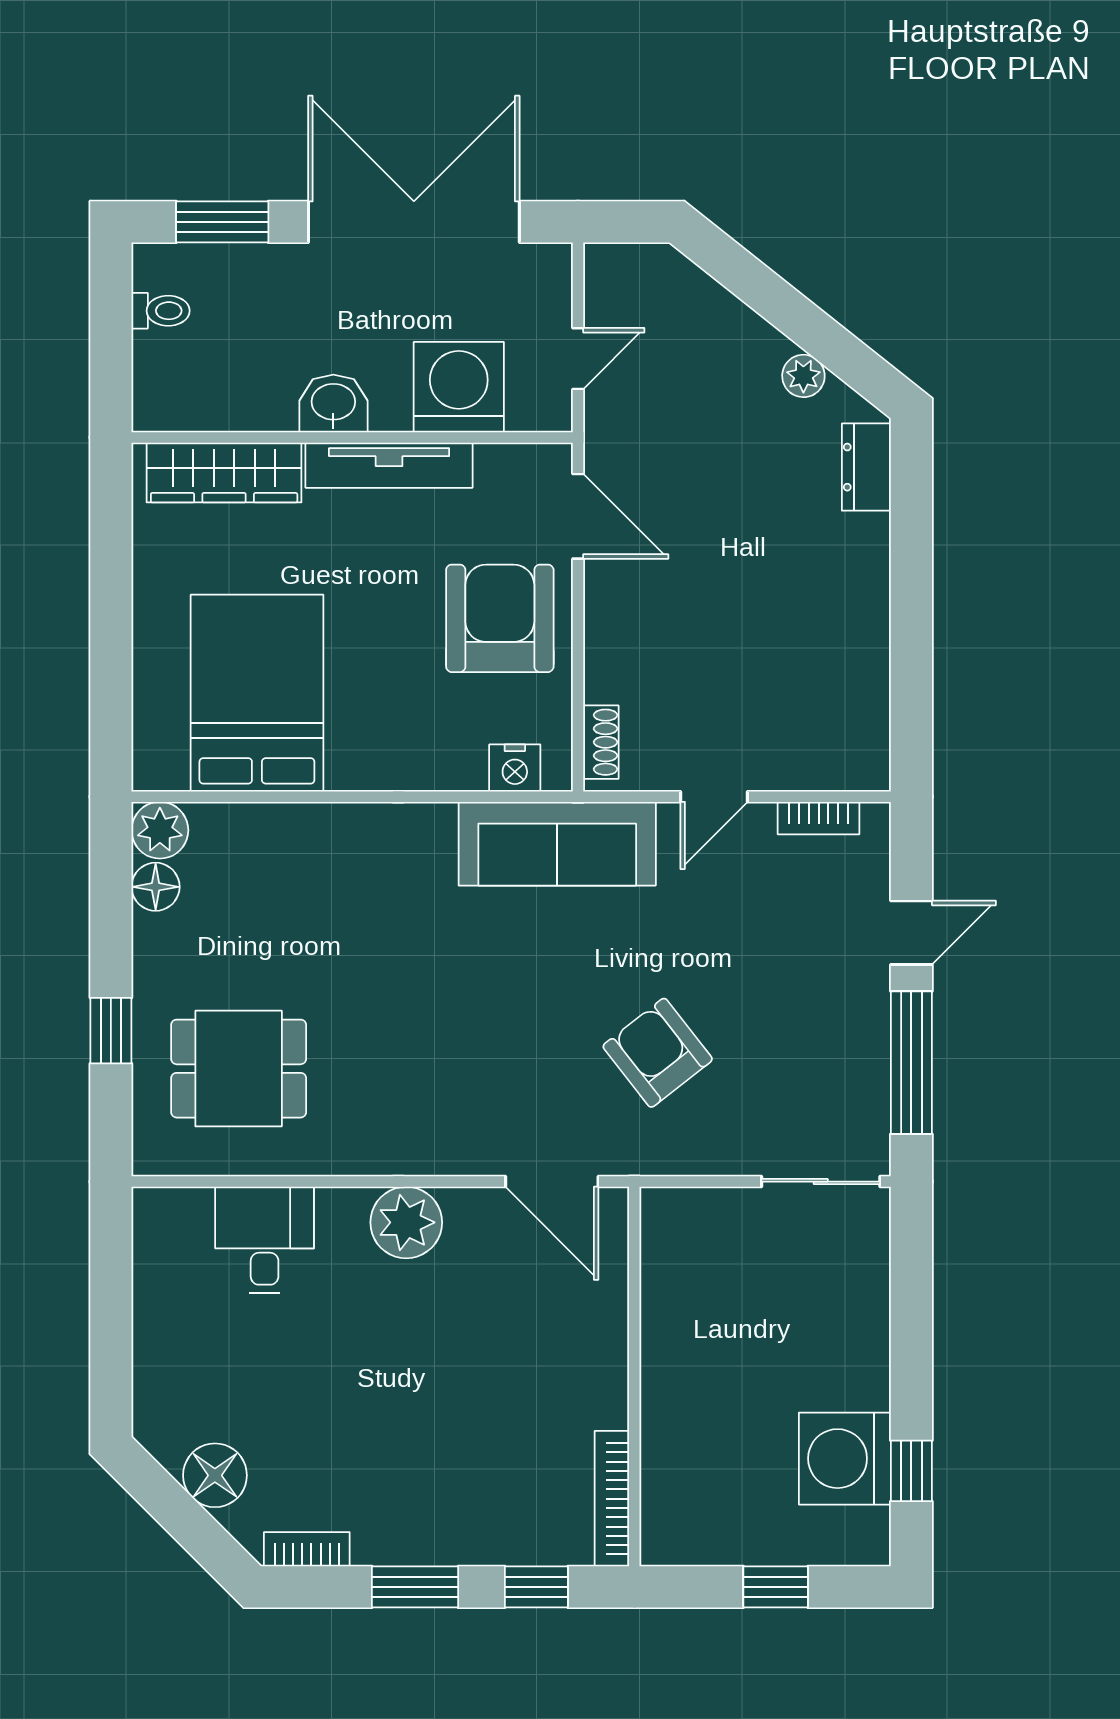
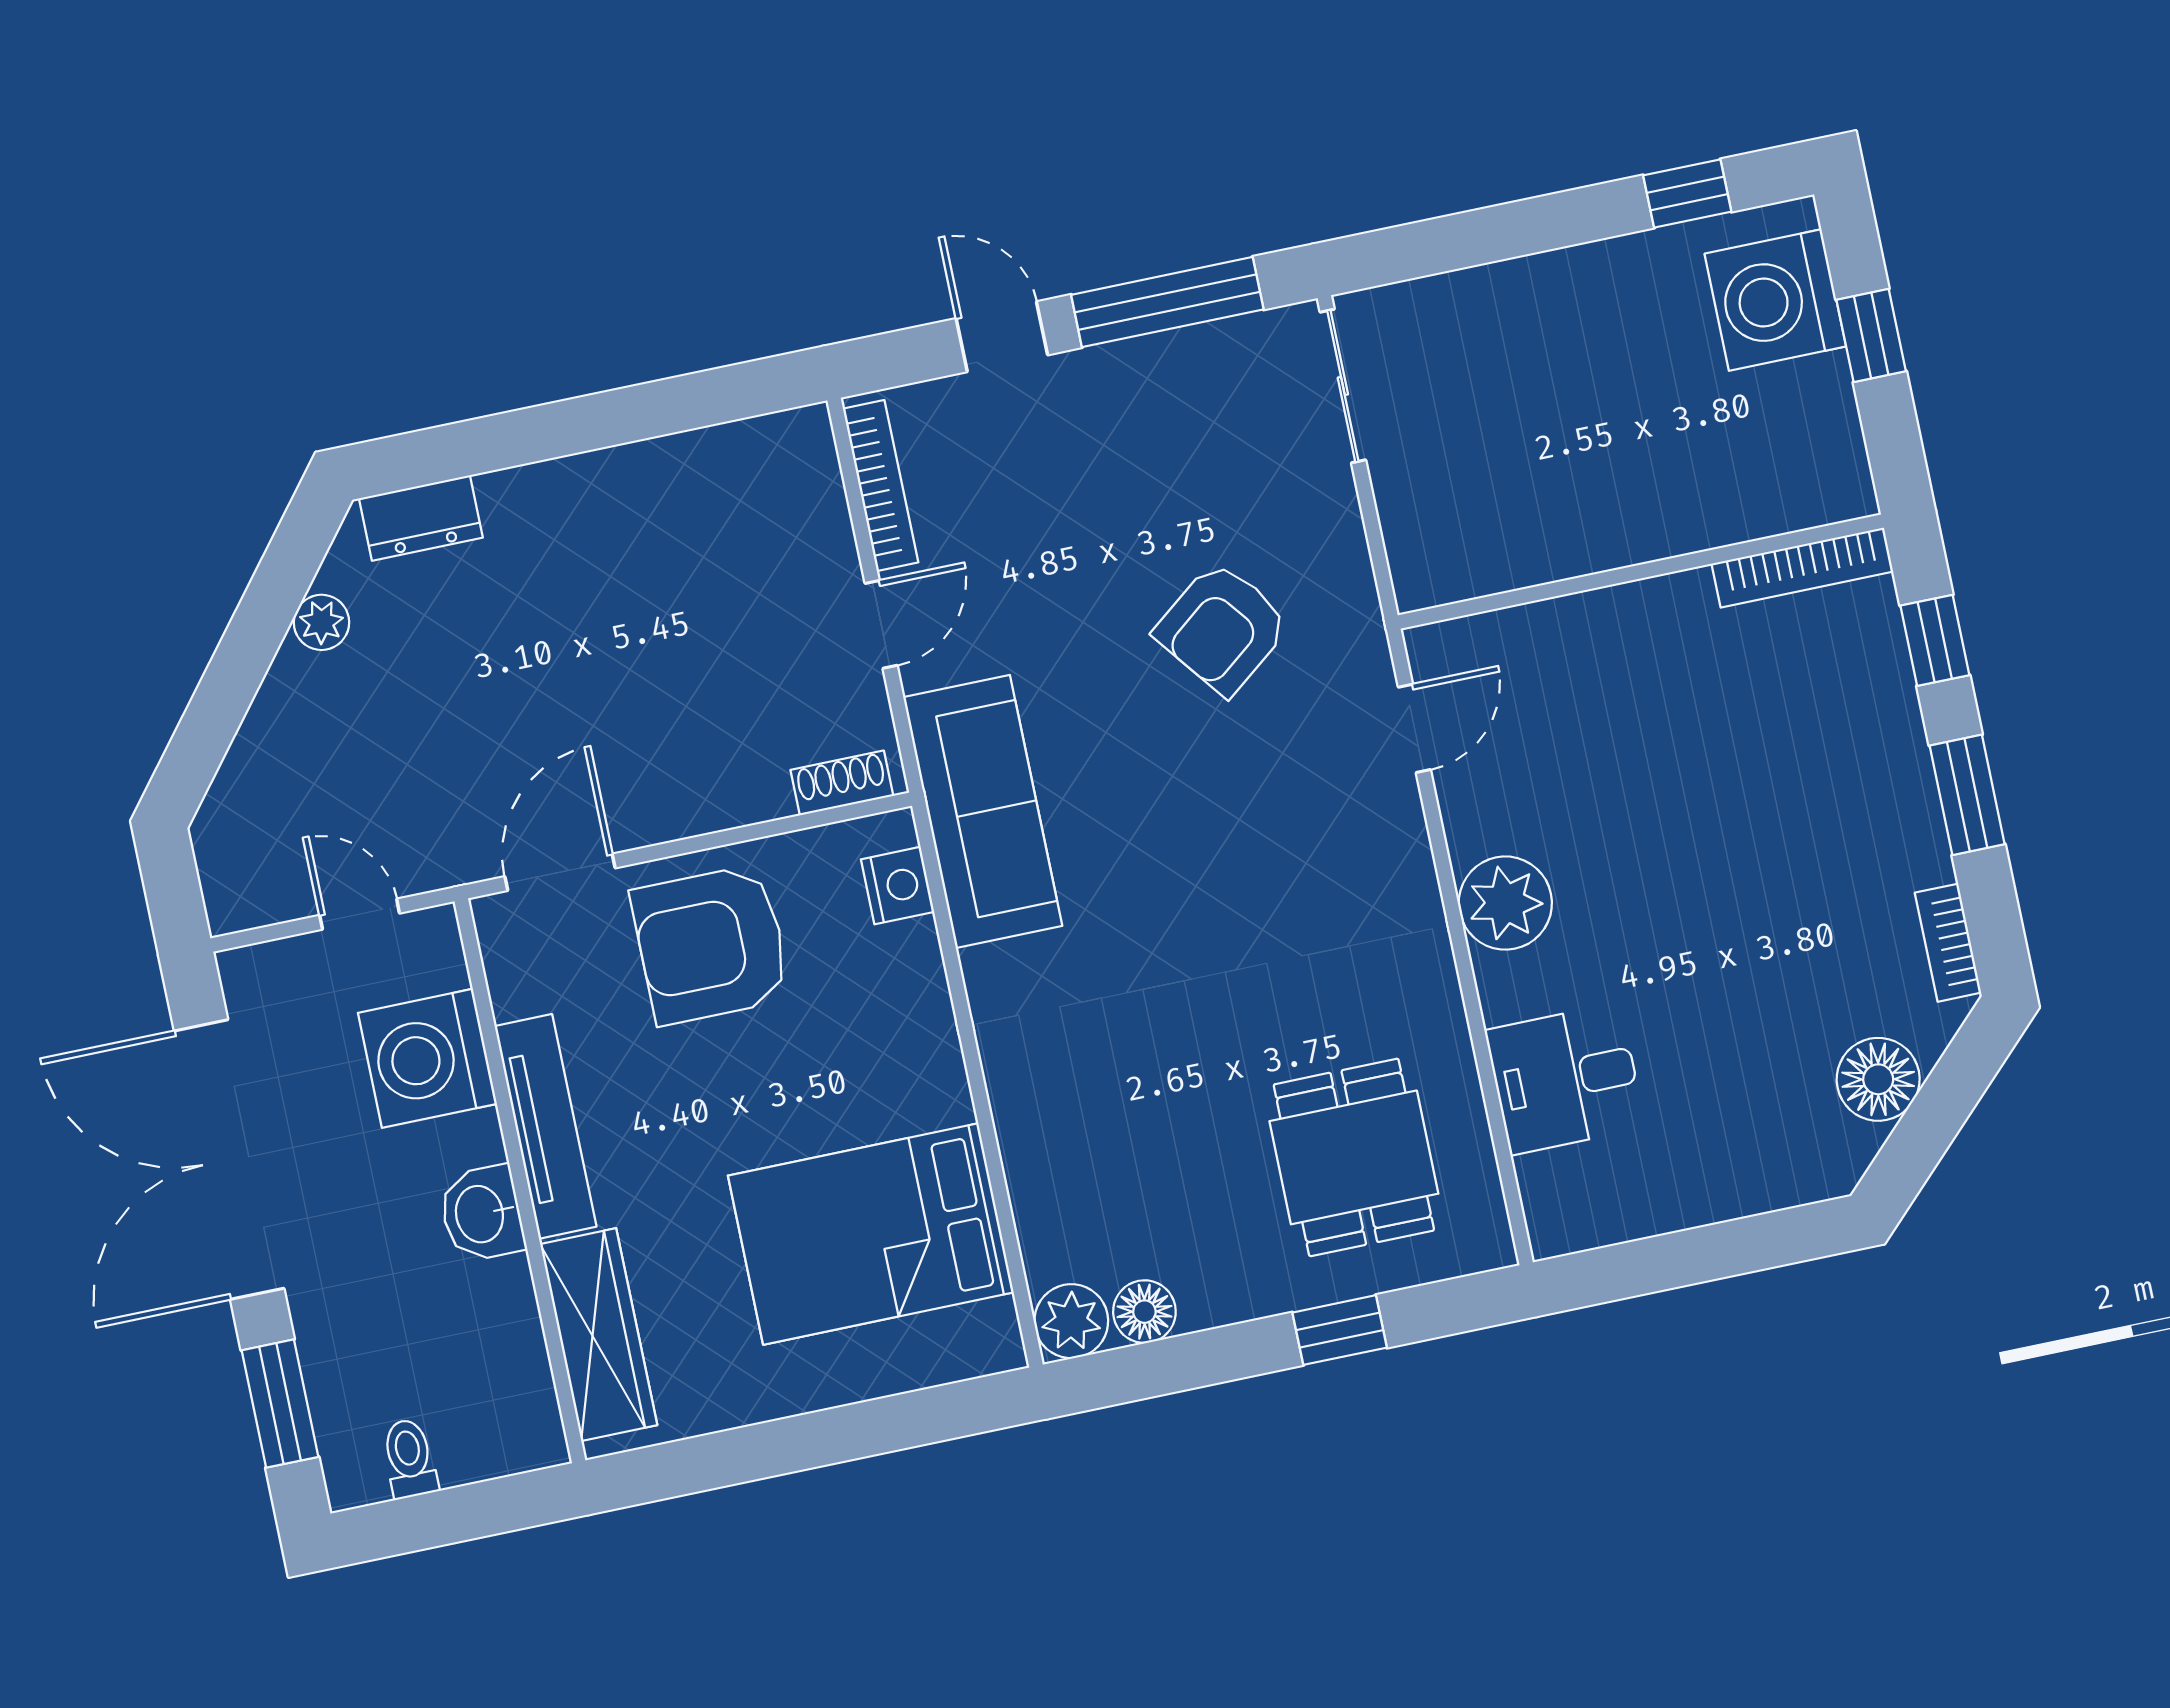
door: (714, 797) -> (881, 624), hinge flipped
bookcase: (819, 818) -> (881, 485), width x1.56
door: (552, 1182) -> (1414, 728), width x0.73
washing machine: (845, 1459) -> (1775, 300), moved, turned 90

